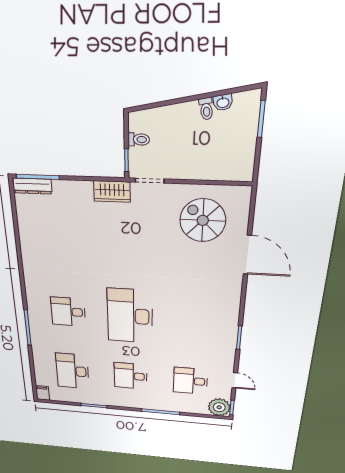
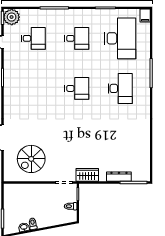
dresser: (32, 186) -> (119, 177), moved
spiral stairs: (203, 220) -> (31, 159), turned 90
desk: (68, 312) -> (120, 88), width x1.37
desk: (130, 316) -> (77, 88), width x0.53, depth x0.77
desk: (73, 371) -> (120, 38), width x1.36, depth x1.30

